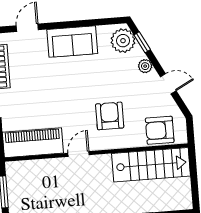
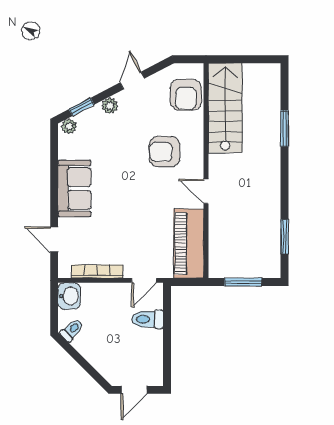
plant: (123, 41) -> (69, 126), width x0.53, depth x0.53

